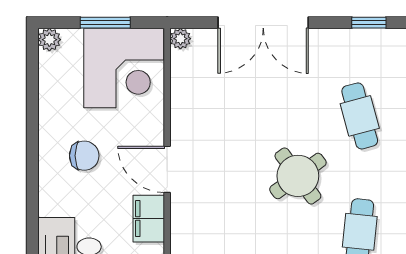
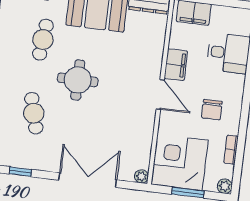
bookcase: (47, 98) -> (231, 150), added
chair: (84, 156) -> (212, 110), turned -90
round table: (298, 176) -> (78, 80), turned 36

